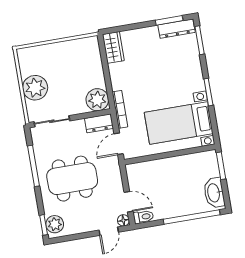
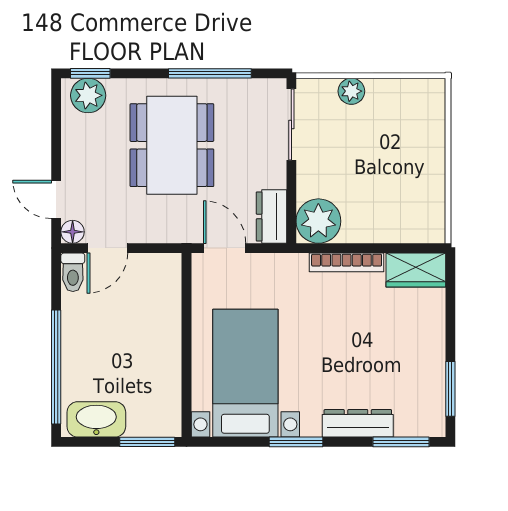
dresser: (177, 29) -> (358, 423), moved, turned 90
plant: (35, 88) -> (351, 91), width x0.53, depth x0.53
bookcase: (120, 109) -> (347, 262), moved

